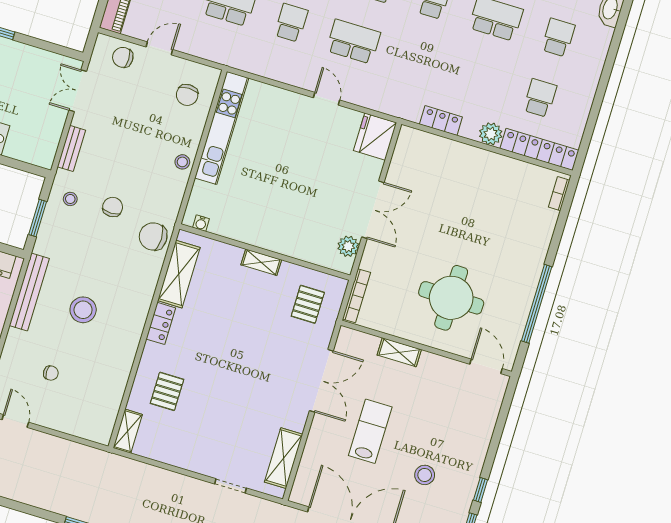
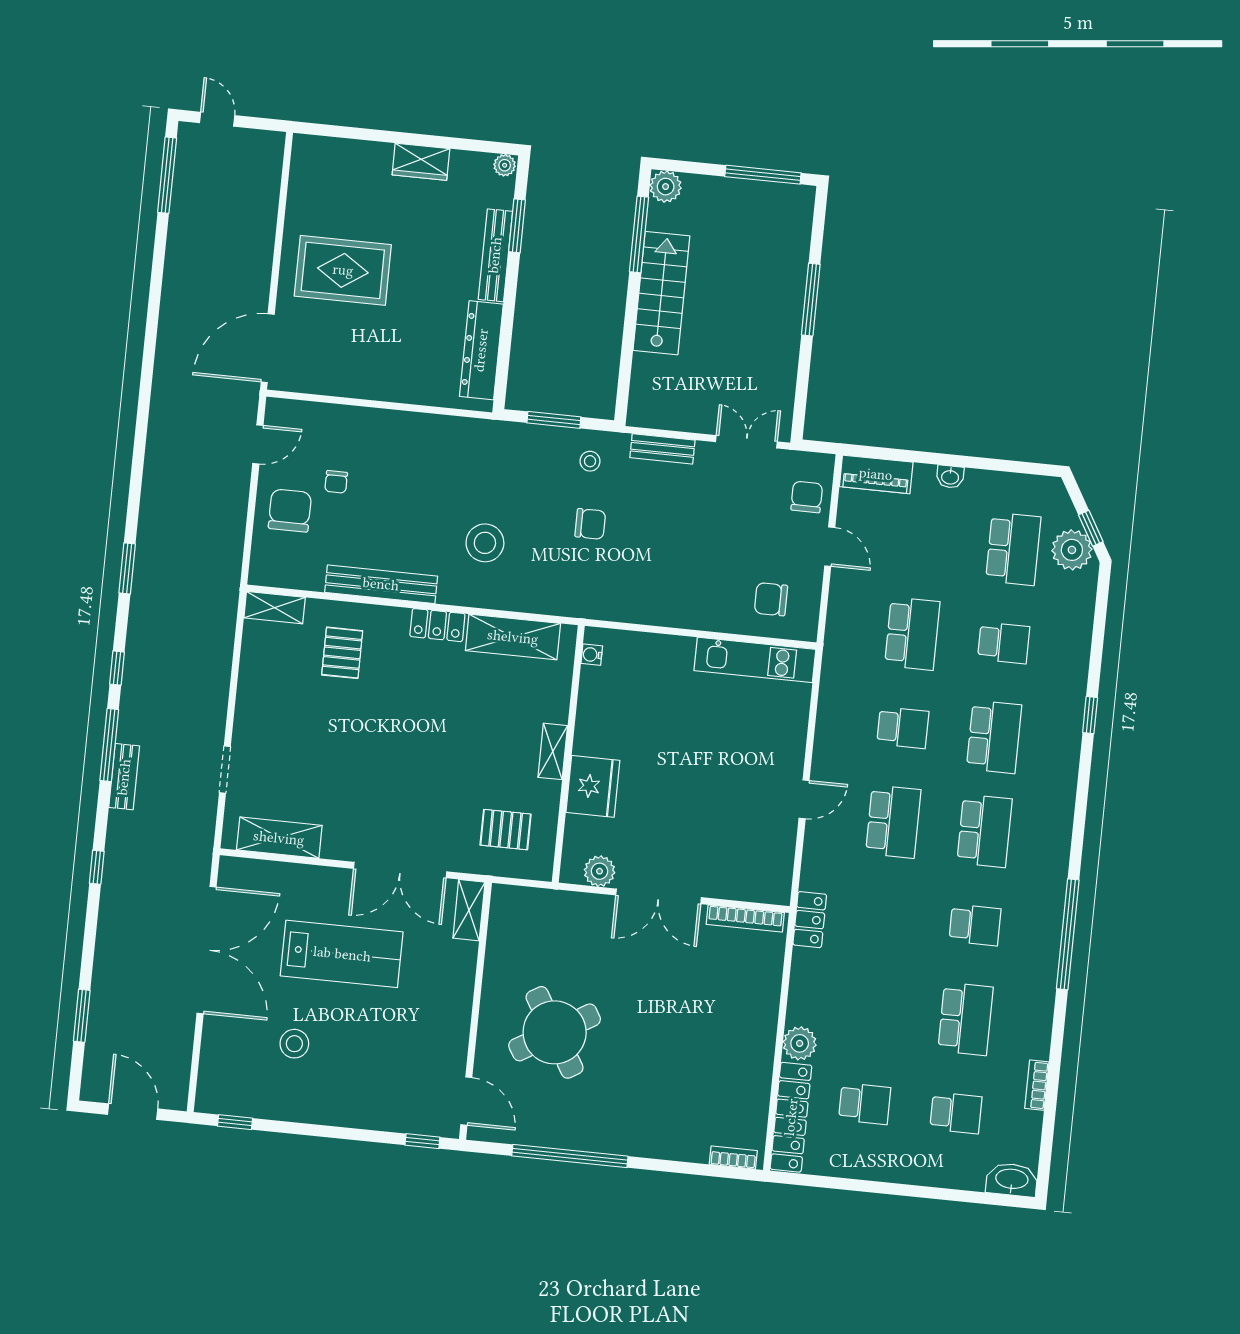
locker: (441, 121) -> (810, 920), moved
kitchen unit: (222, 128) -> (755, 660), width x0.73
fridge: (375, 137) -> (593, 786), moved, turned 90
stool: (182, 162) -> (674, 611), removed
chair: (153, 236) -> (290, 511), moved
bench: (29, 292) -> (381, 584), moved
bookcase: (357, 296) -> (745, 918), moved
round table: (451, 298) -> (555, 1032), turned -32
stool: (83, 310) -> (485, 543), moved
shelving: (399, 352) -> (469, 910), moved
door: (486, 366) -> (466, 1101), hinge flipped
pallet: (167, 391) -> (342, 653), turned 90
lab bench: (370, 431) -> (342, 954), width x1.36, depth x1.39
window: (480, 490) -> (422, 1141), moved

